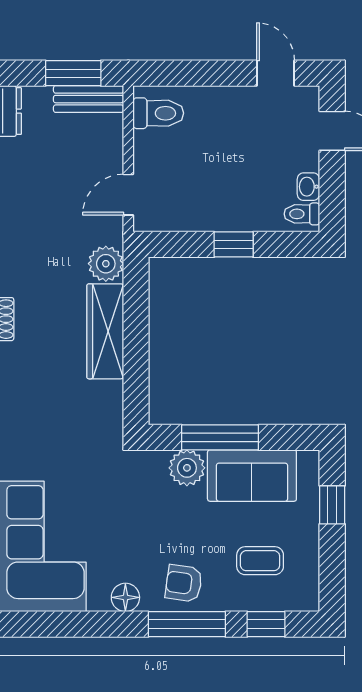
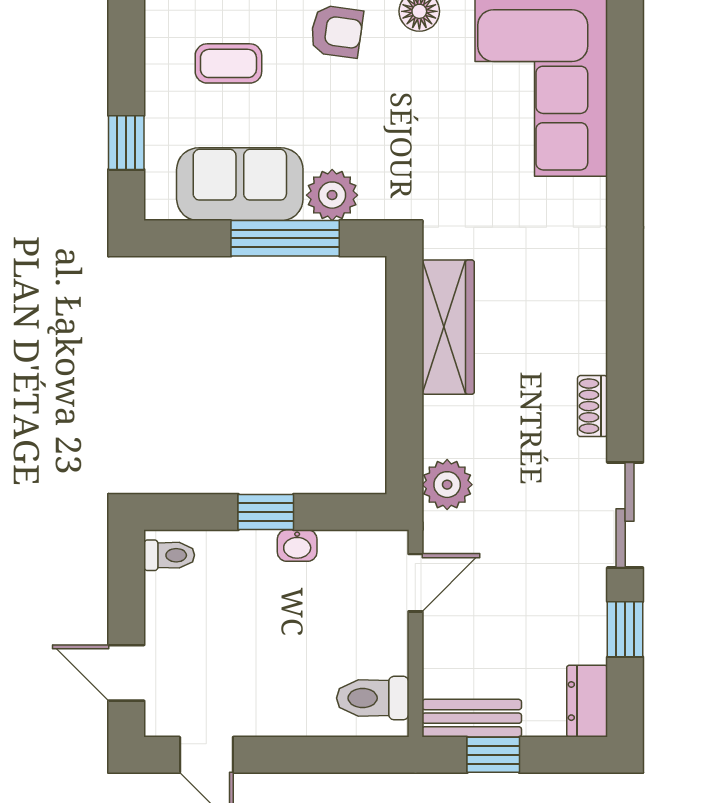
window: (73, 73) -> (493, 755), width x0.67
washbasin: (308, 187) -> (297, 546), moved, turned 90
wardrobe: (105, 331) -> (448, 327), moved

